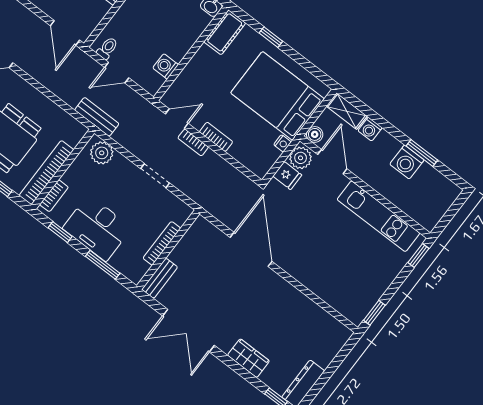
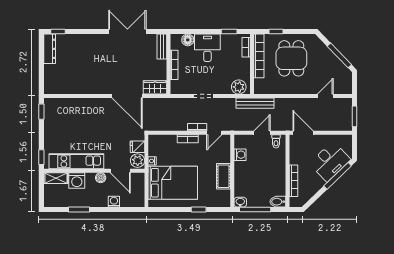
cot: (225, 32) -> (223, 176), moved
shelving: (347, 111) -> (56, 178), moved
bench: (97, 117) -> (255, 103), width x1.36
boiler: (315, 134) -> (101, 178), moved
washing machine: (407, 162) -> (77, 180), moved, turned 180
desk: (97, 228) -> (207, 48), width x0.73
floor lamp: (120, 262) -> (188, 40), added
window: (103, 265) -> (195, 31), removed
wardrobe: (248, 358) -> (155, 87), moved, turned 180

